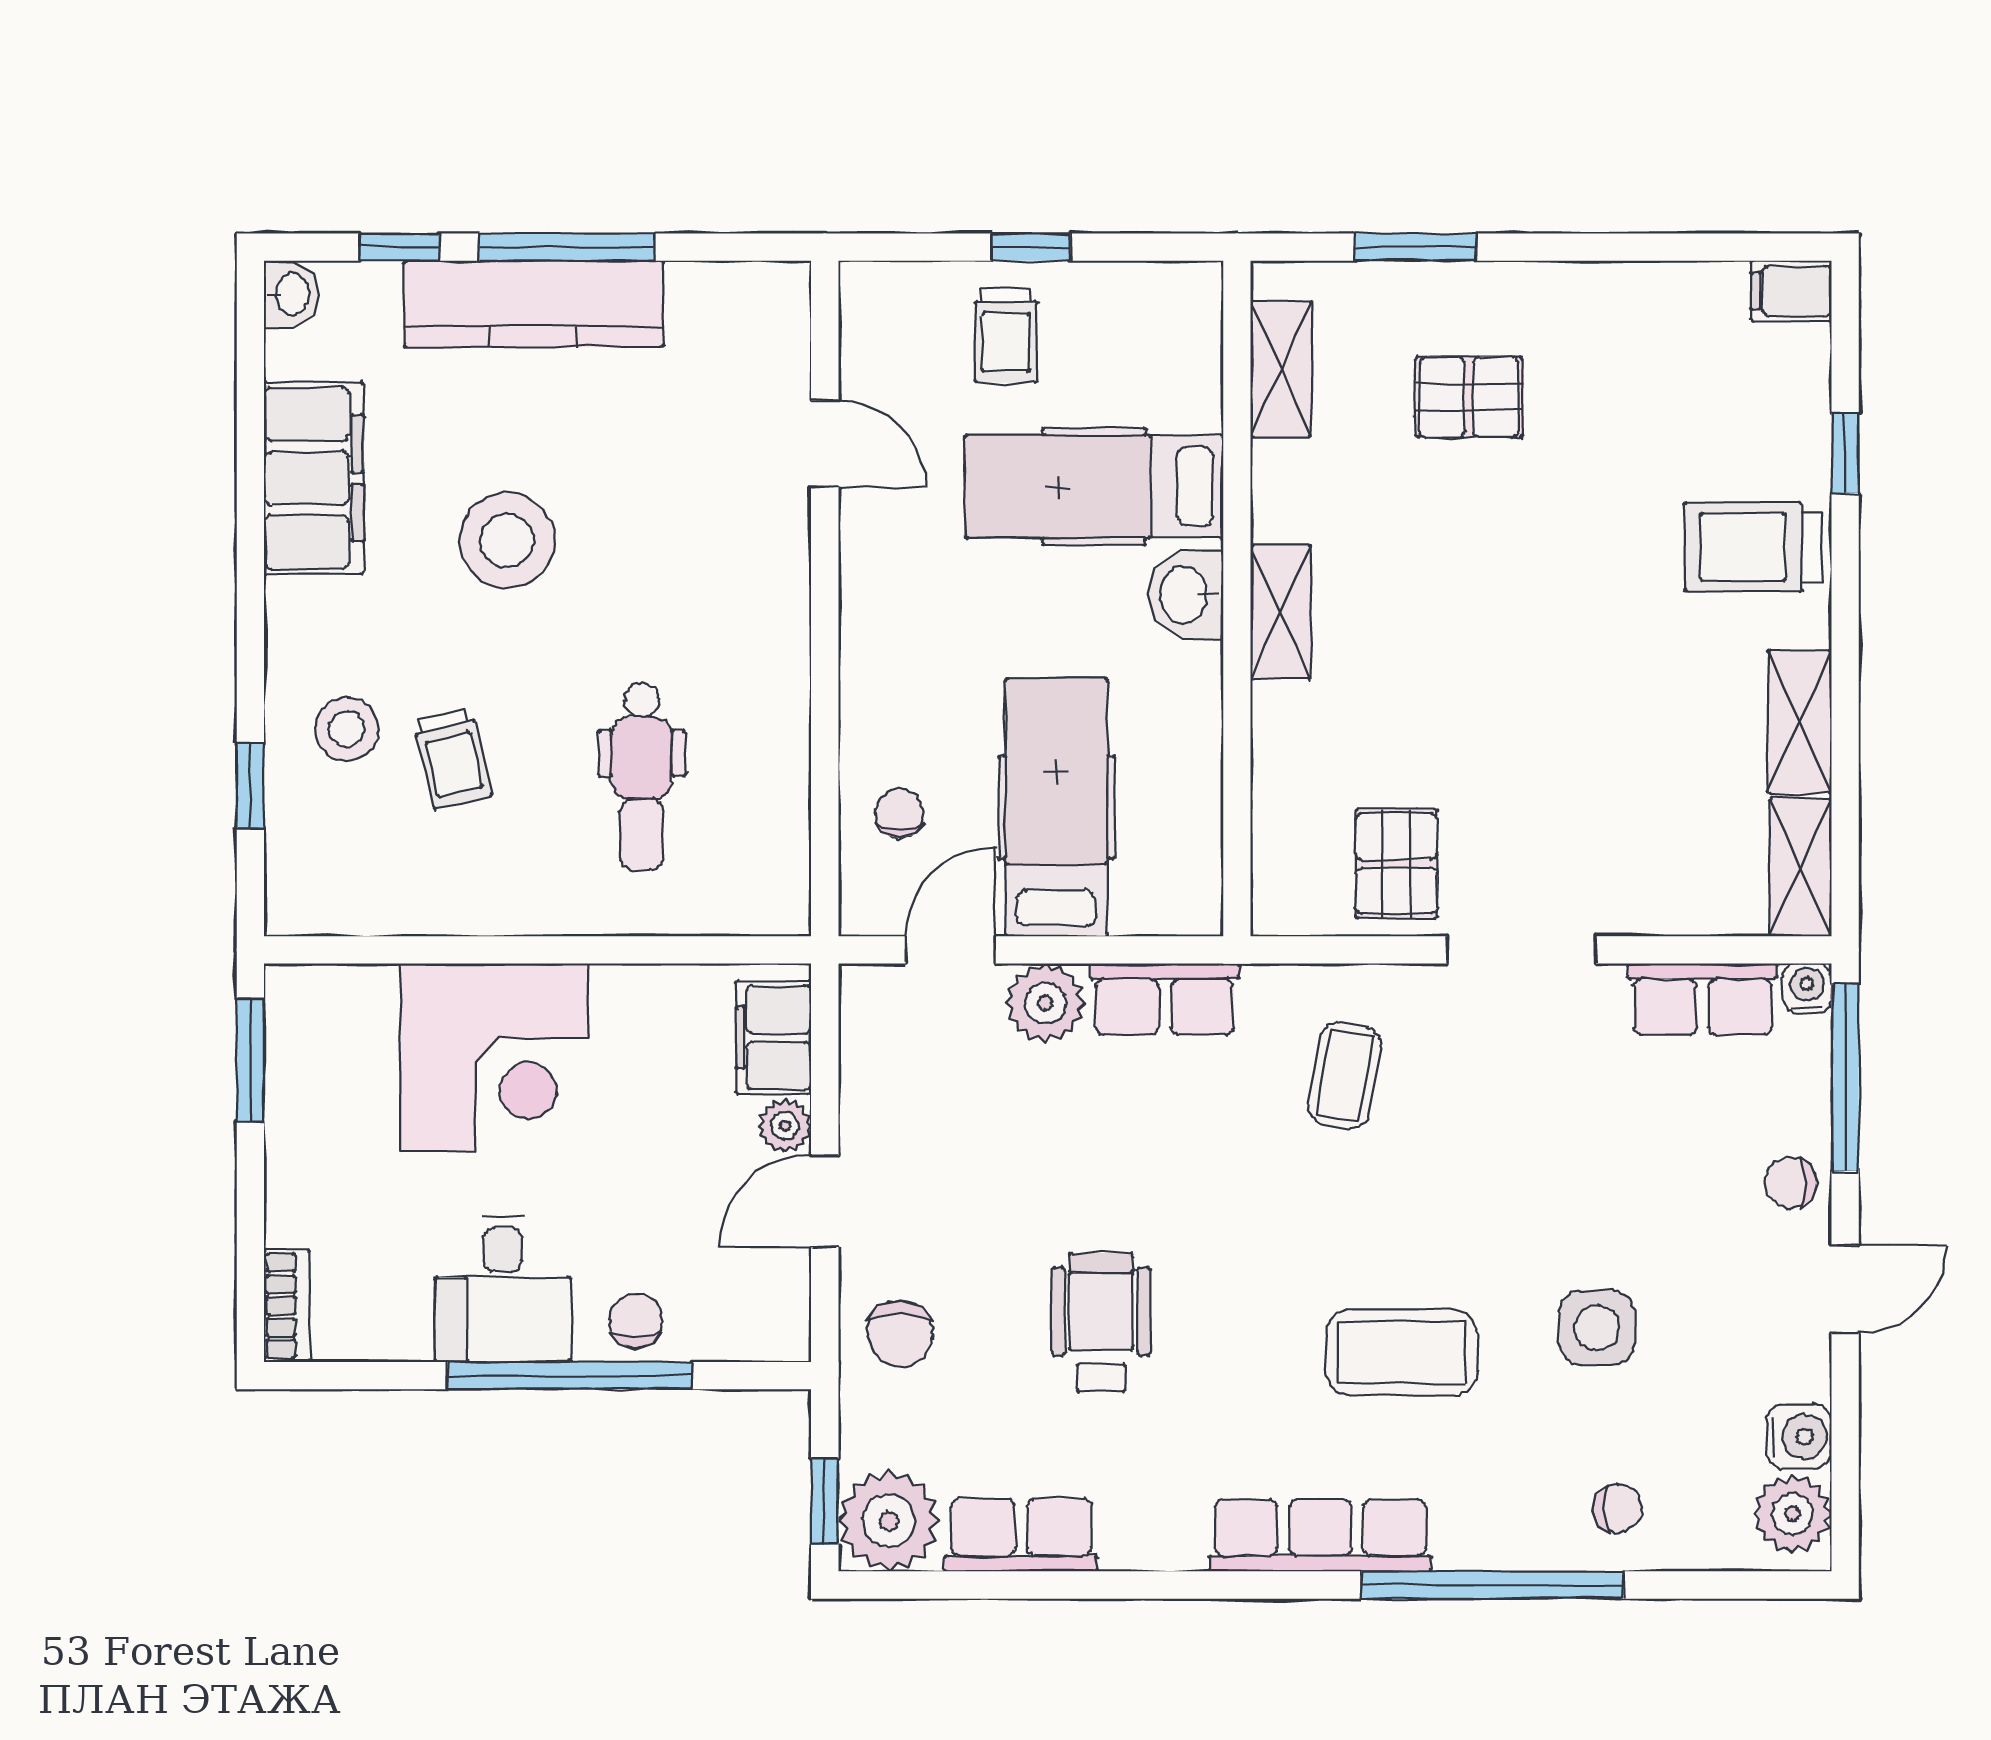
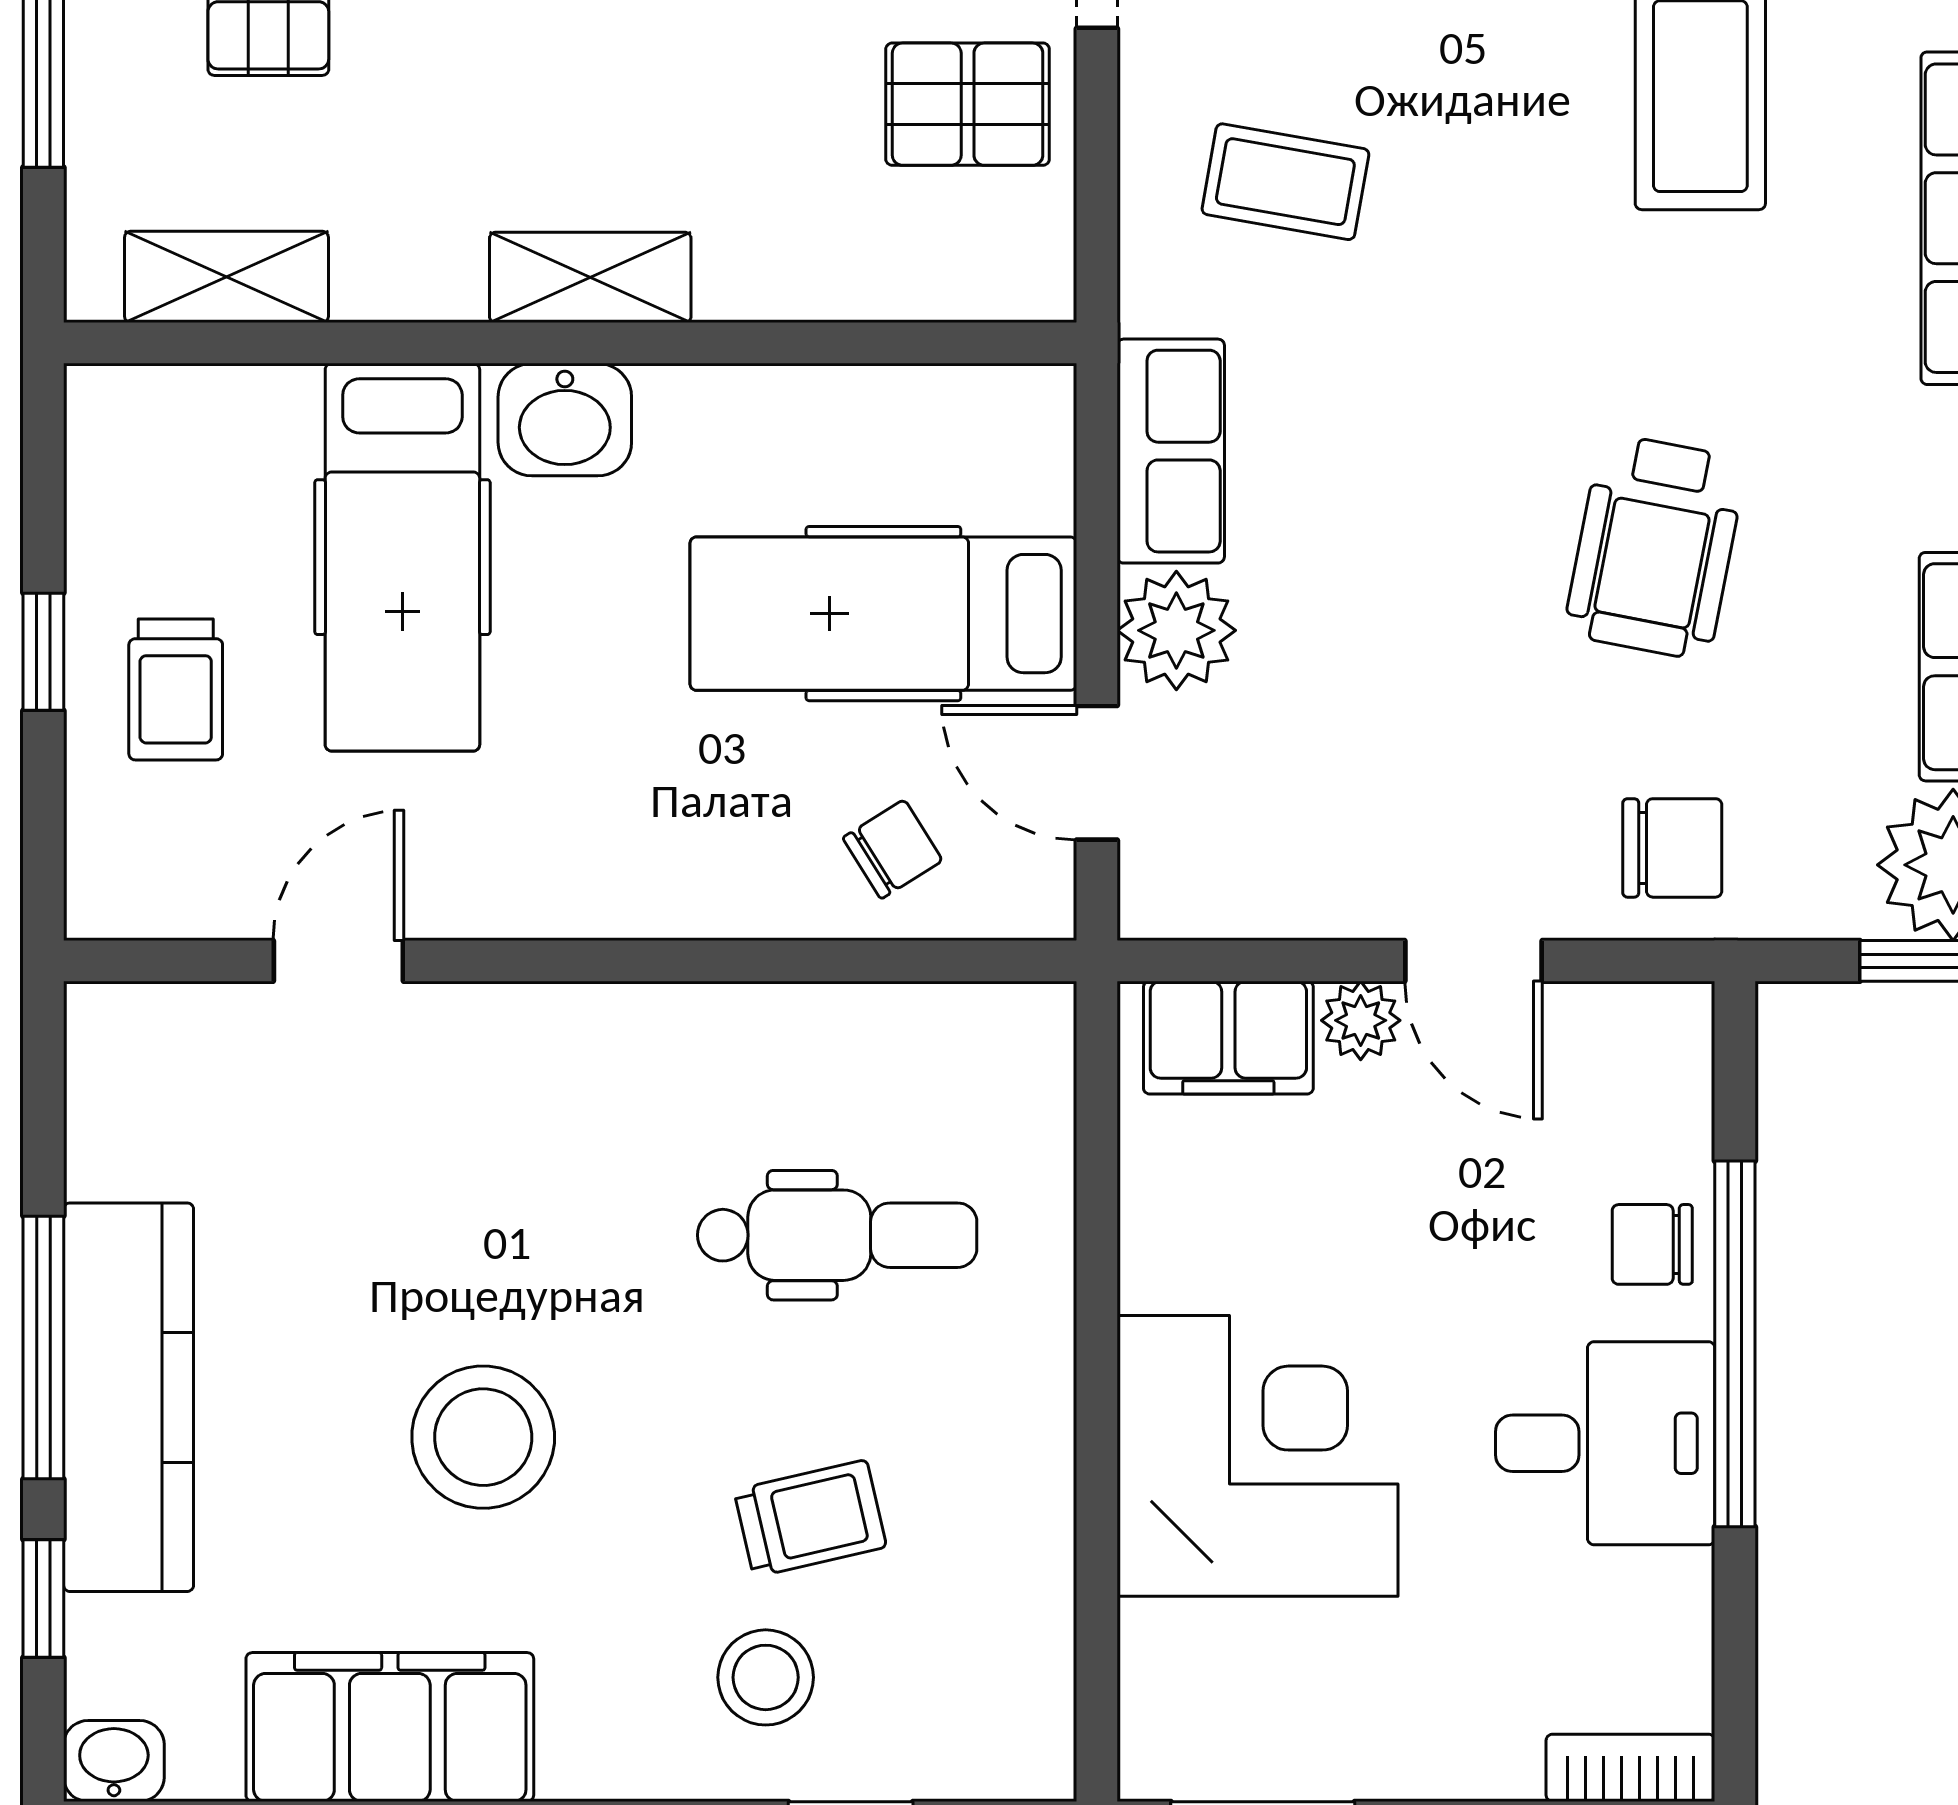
trolley: (1006, 335) -> (176, 689), turned 90
chair: (899, 814) -> (893, 849), turned 148
wheelchair: (1101, 1322) -> (1655, 547), turned -79

